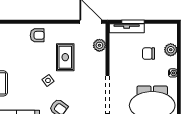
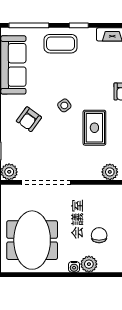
plant: (171, 50) -> (89, 264), moved
rug: (65, 57) -> (94, 128), turned 90

